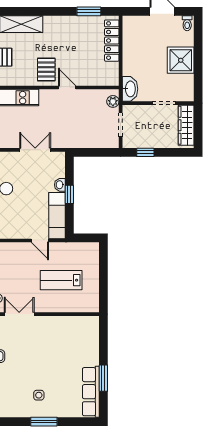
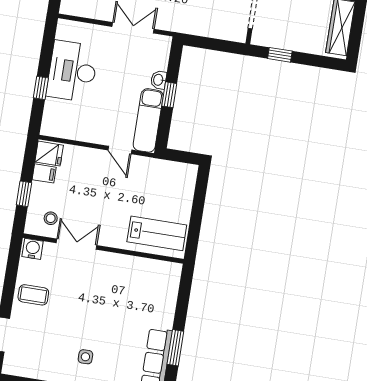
lab bench: (61, 280) -> (157, 233), moved, turned 180

